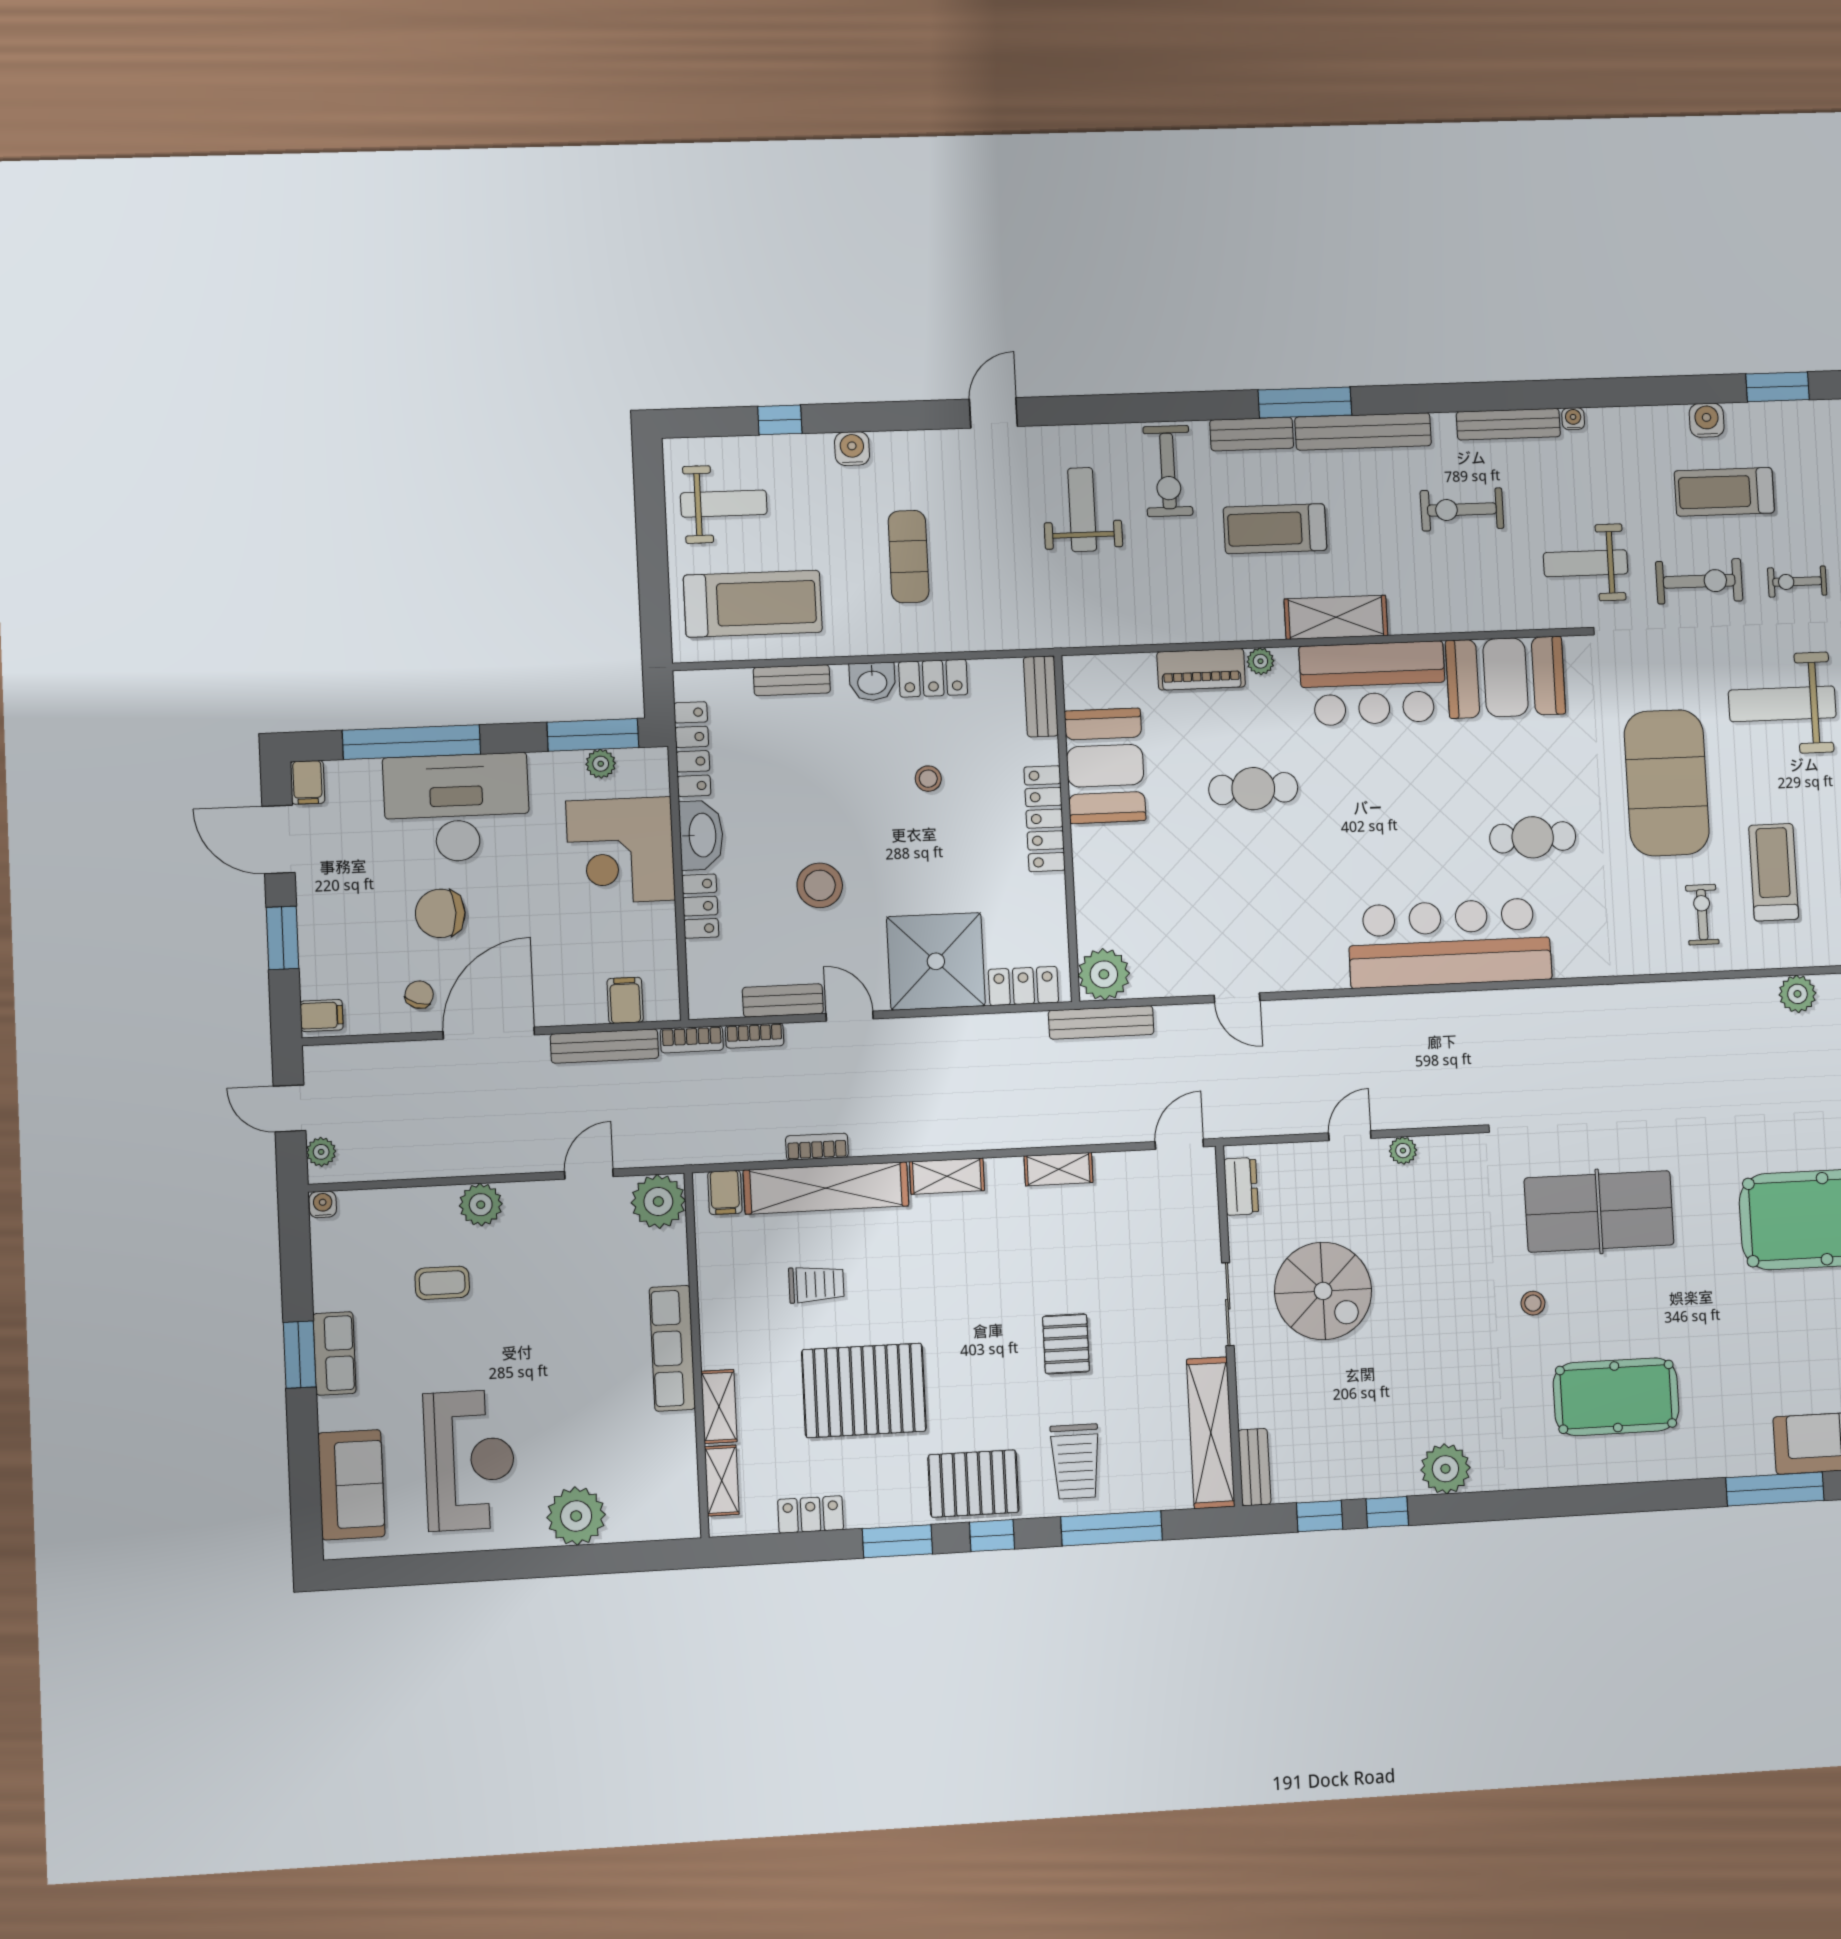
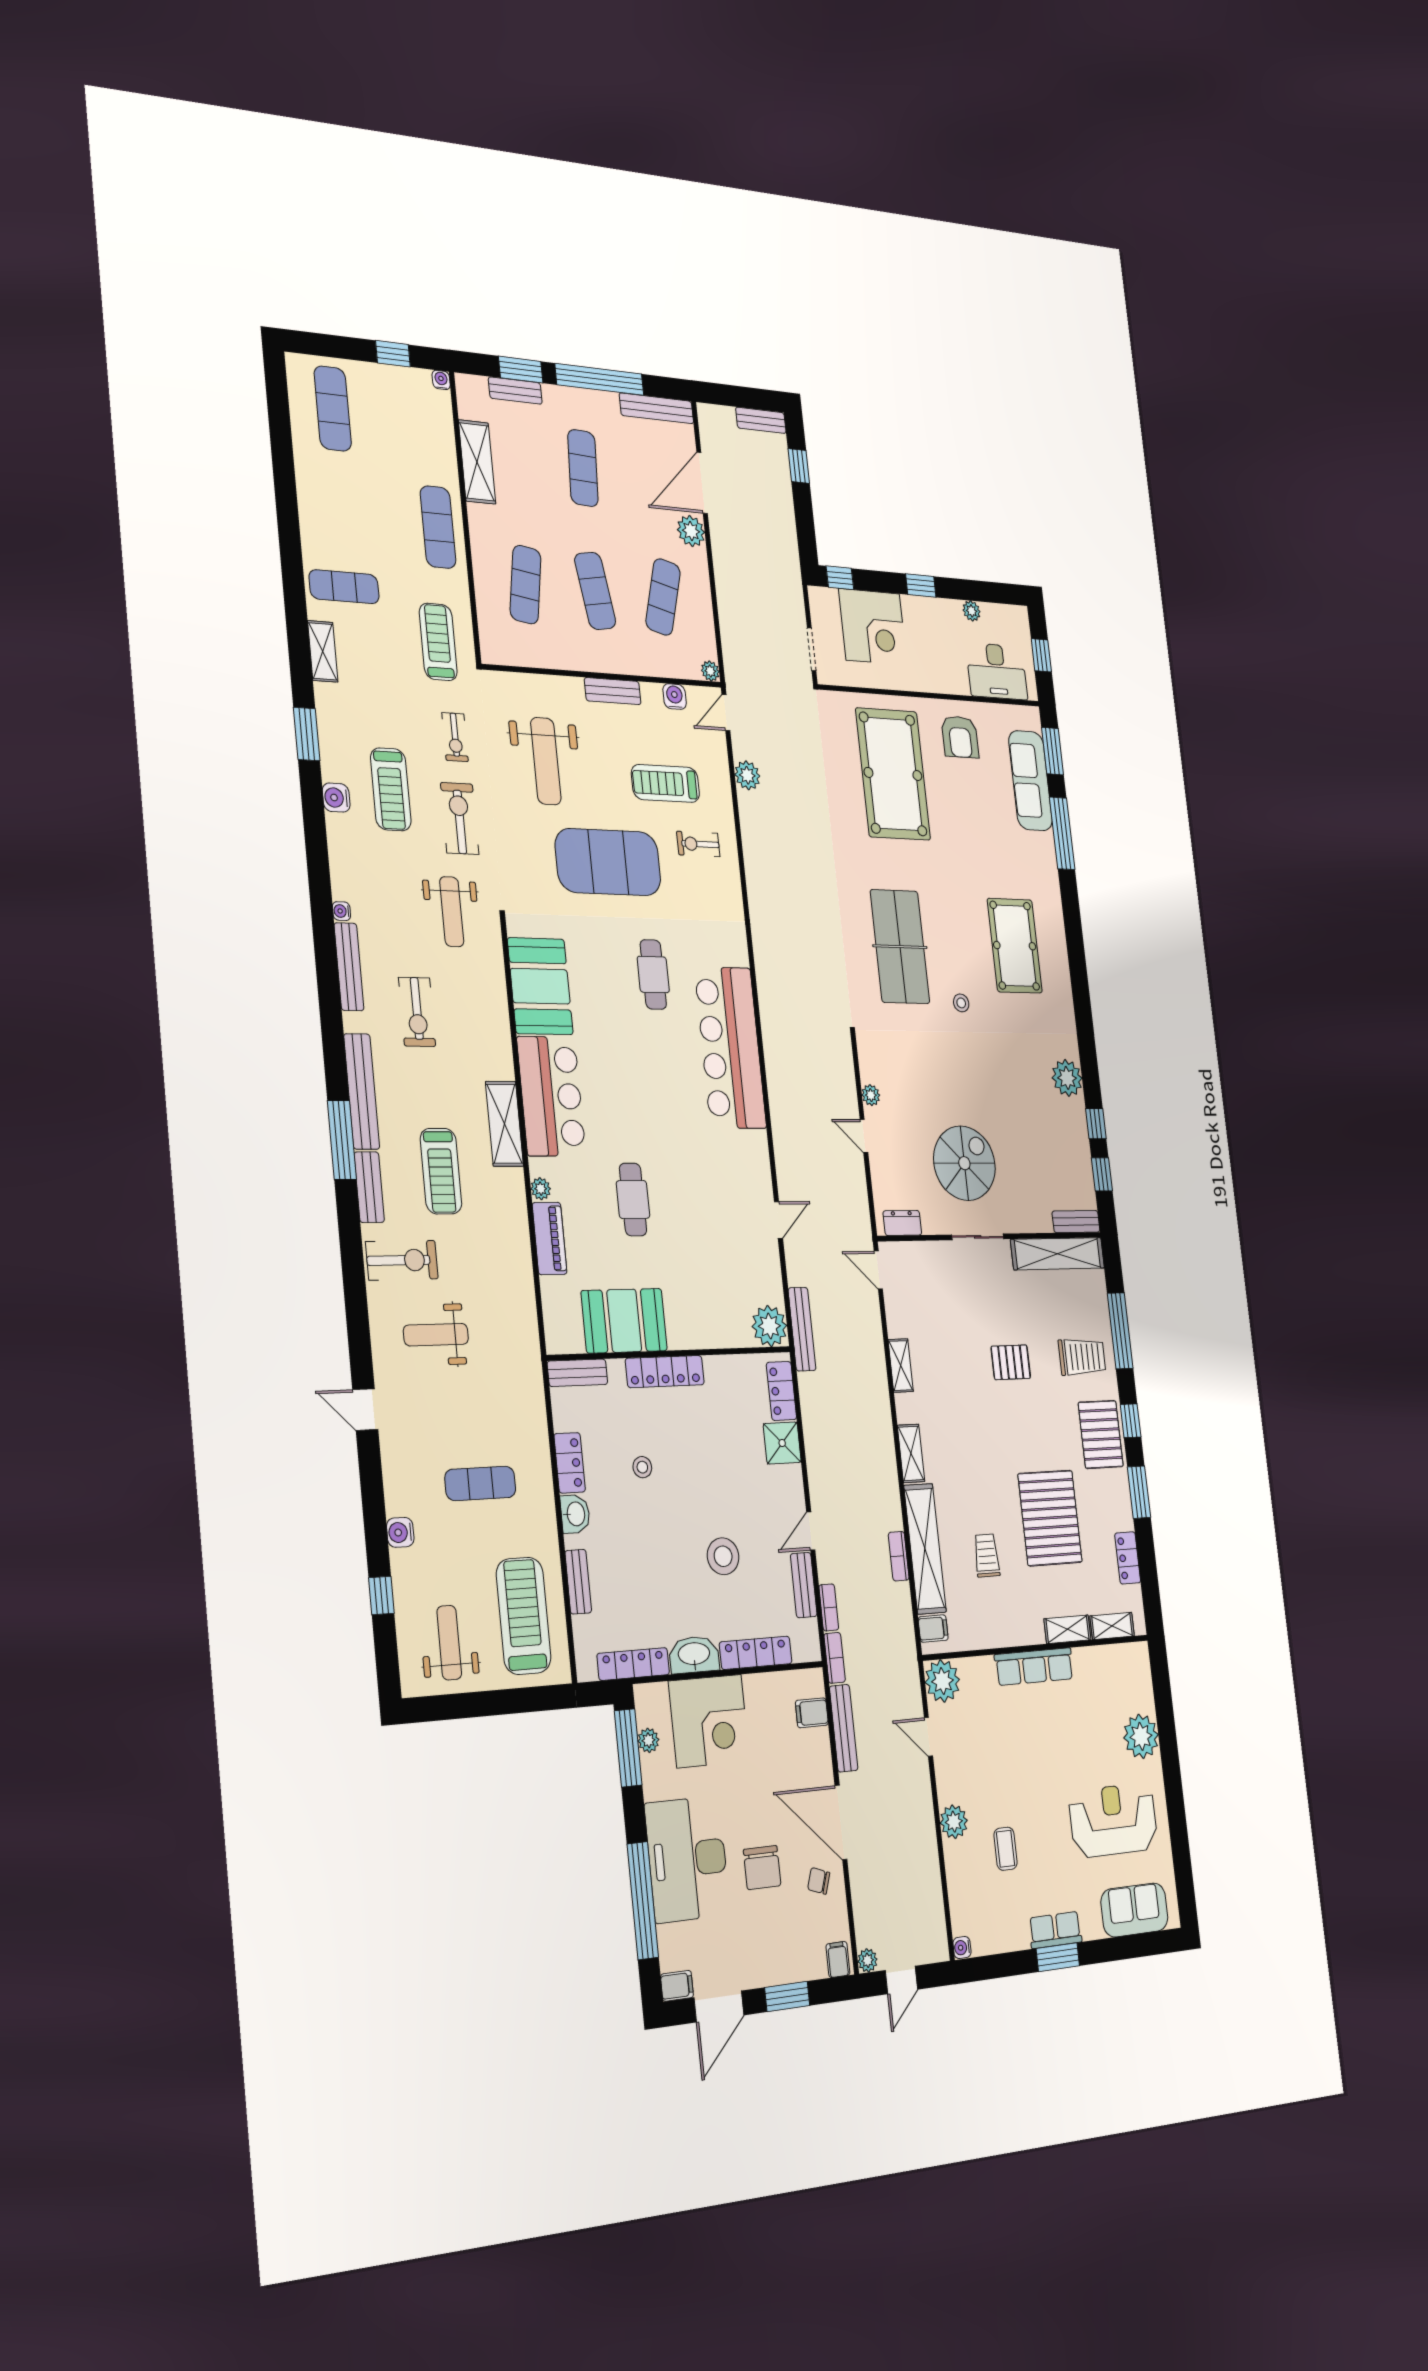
locker: (700, 906) -> (756, 1653), width x1.53
shower: (936, 961) -> (782, 1443), width x0.54, depth x0.54
plant: (321, 1152) -> (868, 1960), moved

